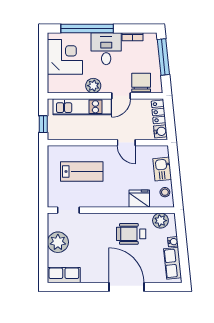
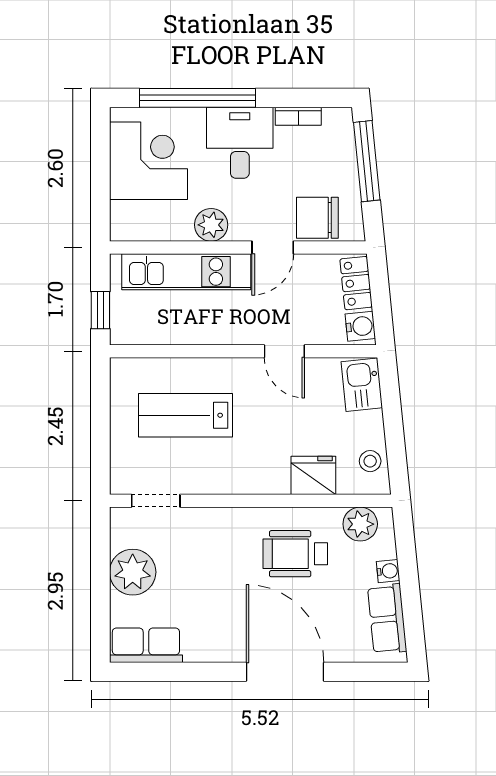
chair: (141, 82) -> (317, 218), turned -90
kitchen sink: (162, 169) -> (362, 385), moved
lab bench: (82, 171) -> (185, 415), turned 180

